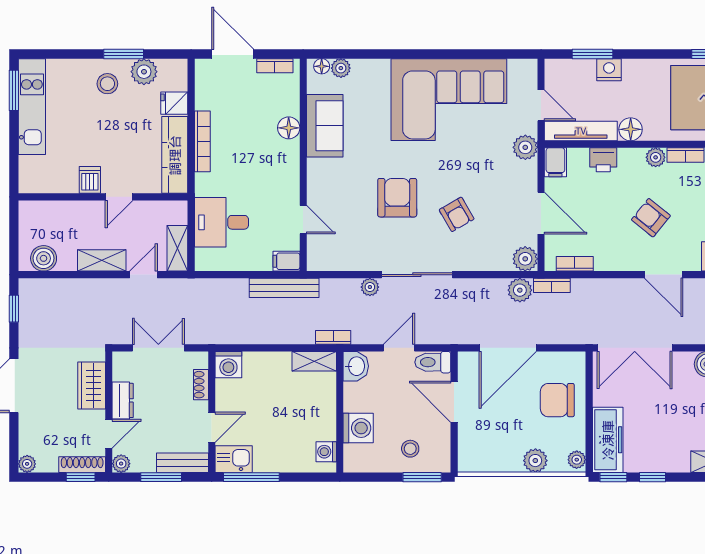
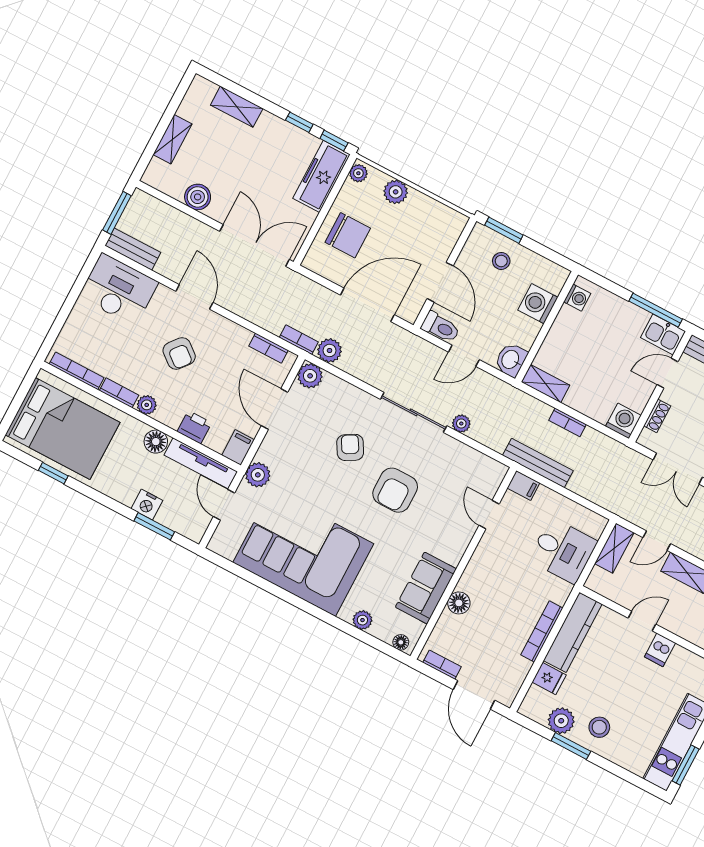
plant: (341, 68) -> (362, 620), moved
bookcase: (333, 337) -> (567, 422), moved

